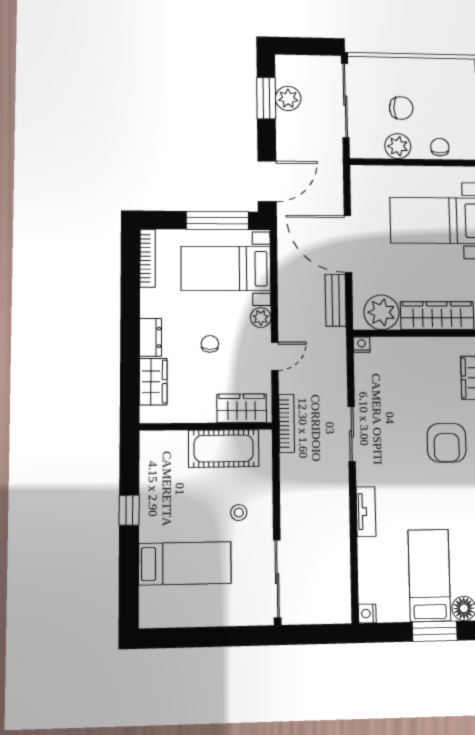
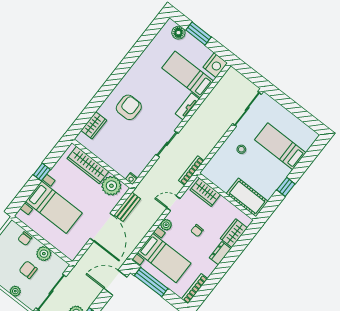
plant: (395, 66) -> (15, 291), added
cot: (224, 449) -> (247, 197), moved
bed: (429, 575) -> (188, 75), moved, turned 90
nightstand: (367, 613) -> (215, 65), width x1.89, depth x1.79

